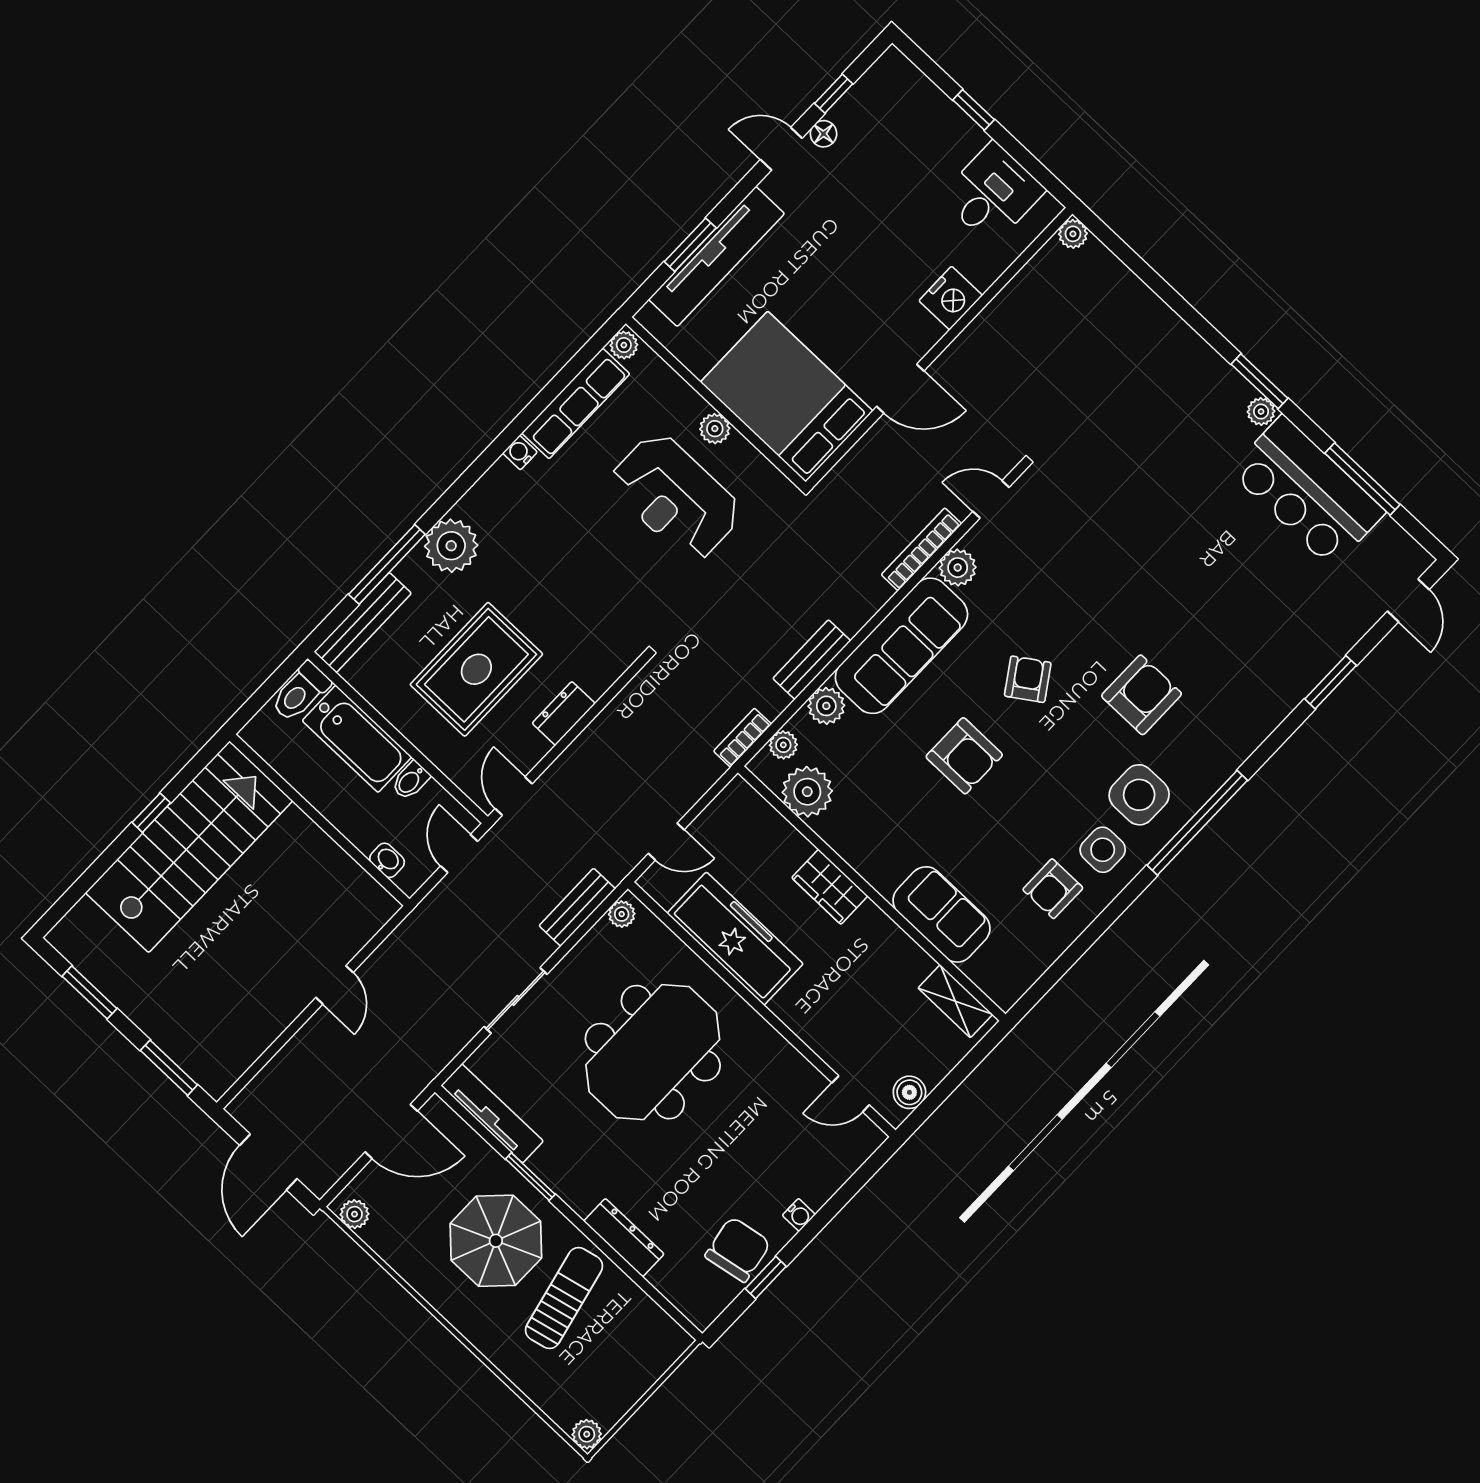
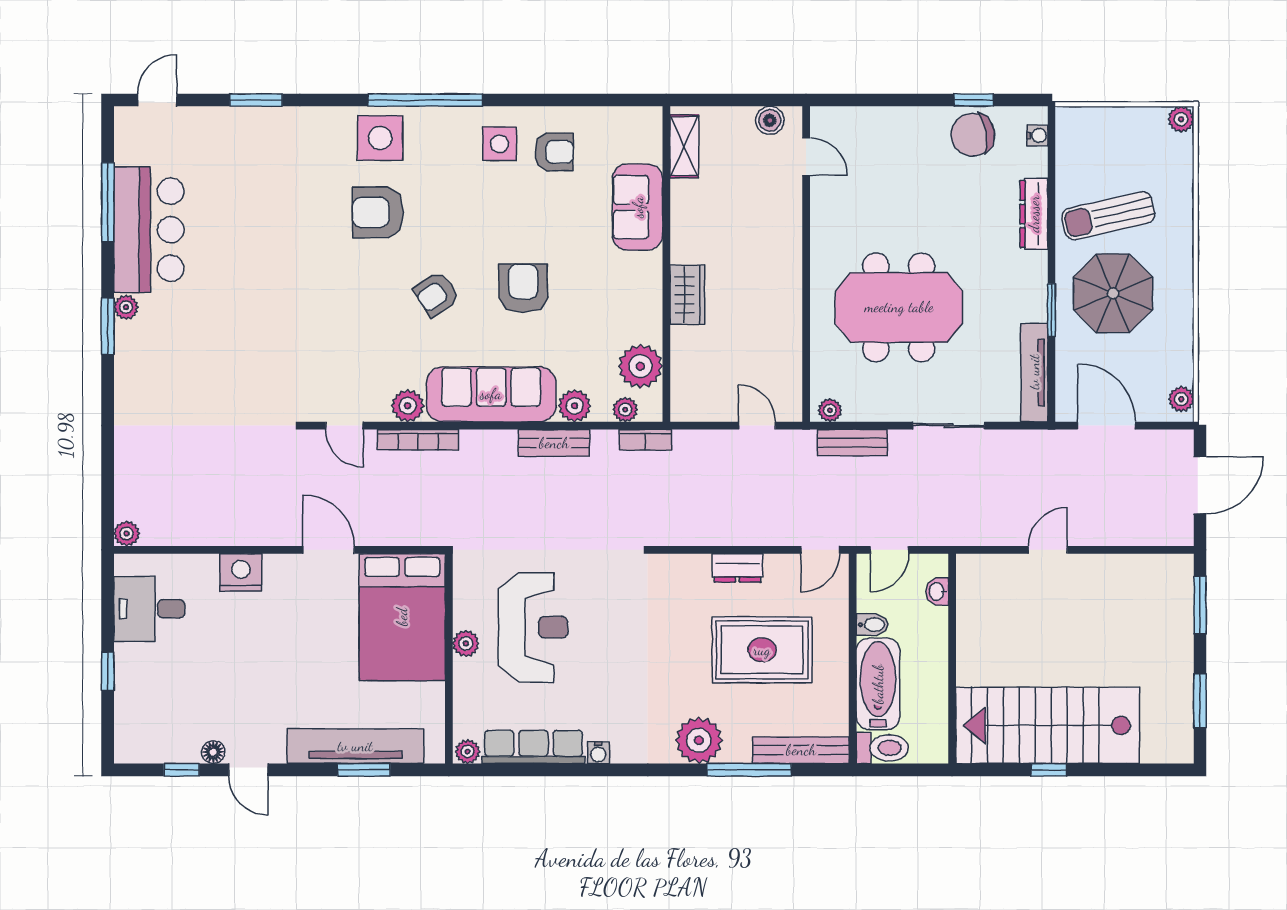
side table: (1139, 795) -> (380, 138), moved
freezer: (735, 939) -> (777, 324), removed
water cooler: (799, 1215) -> (1037, 136), moved, turned 90

